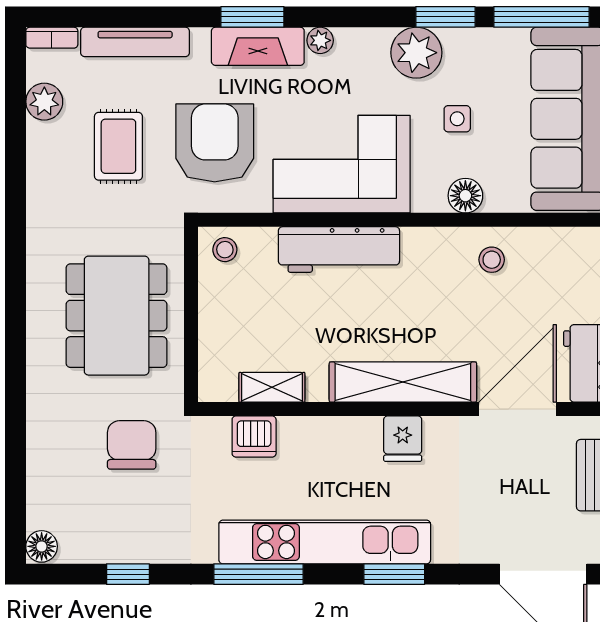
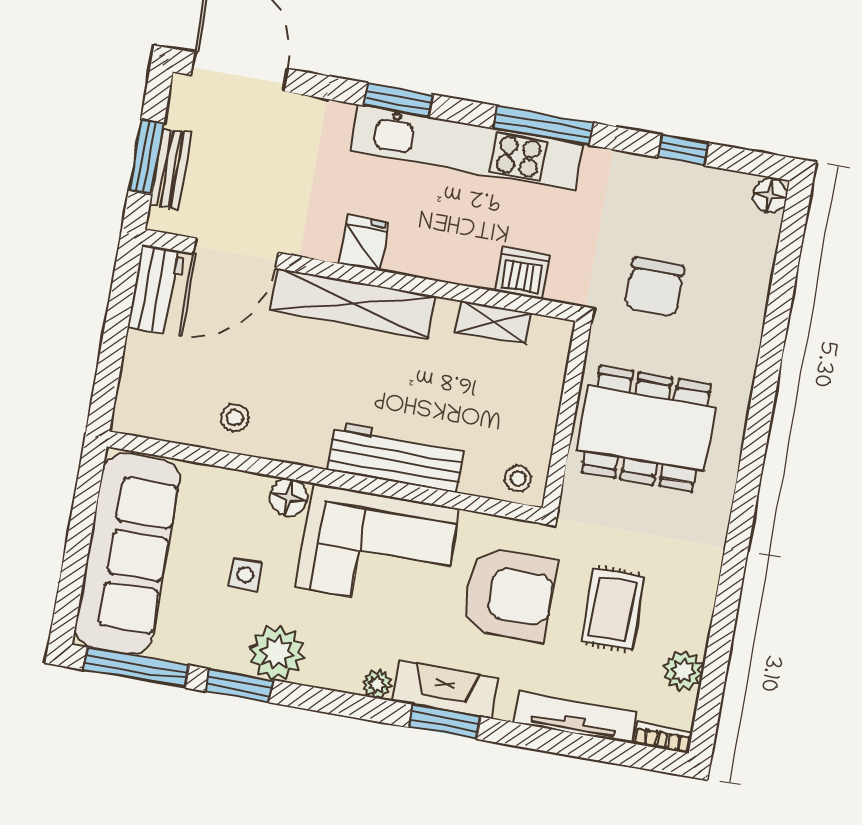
armchair: (215, 143) -> (509, 595), turned -90
floor lamp: (465, 196) -> (289, 498), moved
dining table: (117, 316) -> (646, 428), turned 90

